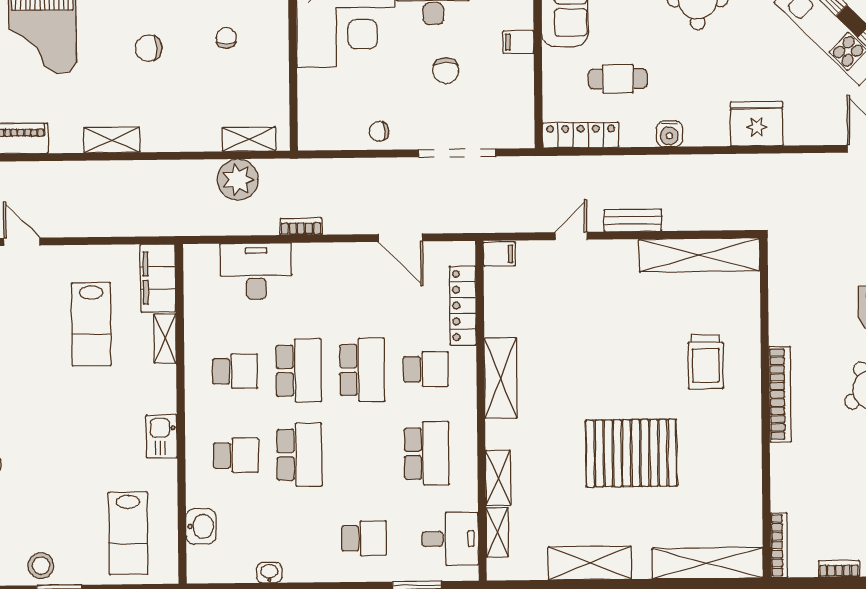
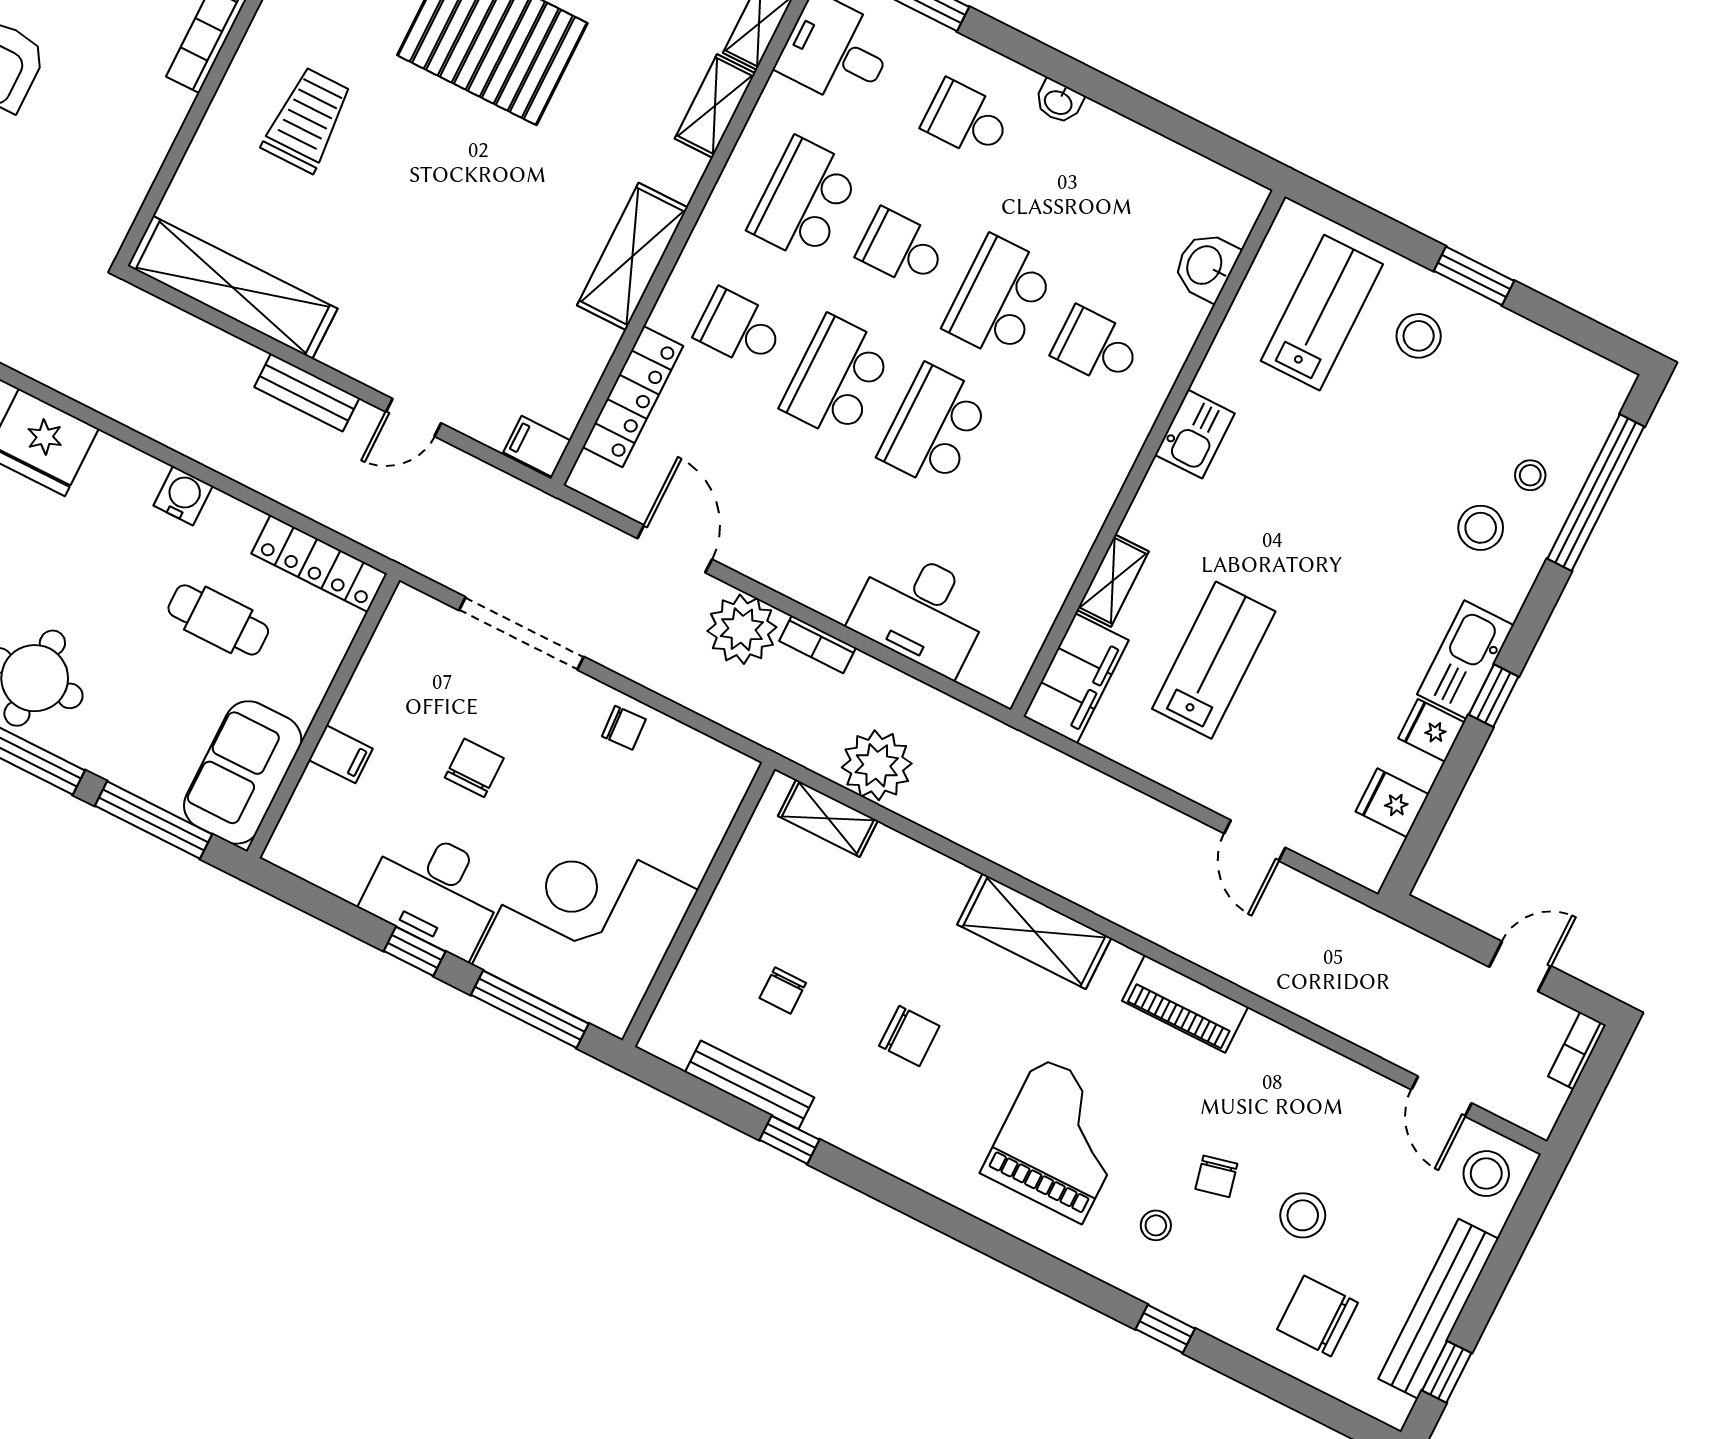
shelving: (112, 140) -> (1034, 931), width x1.50, depth x1.33
plant: (344, 214) -> (742, 629), added
school desk: (235, 371) -> (902, 249), moved
stool: (41, 566) -> (1419, 336), moved
washbasin: (269, 573) -> (1059, 102), moved

